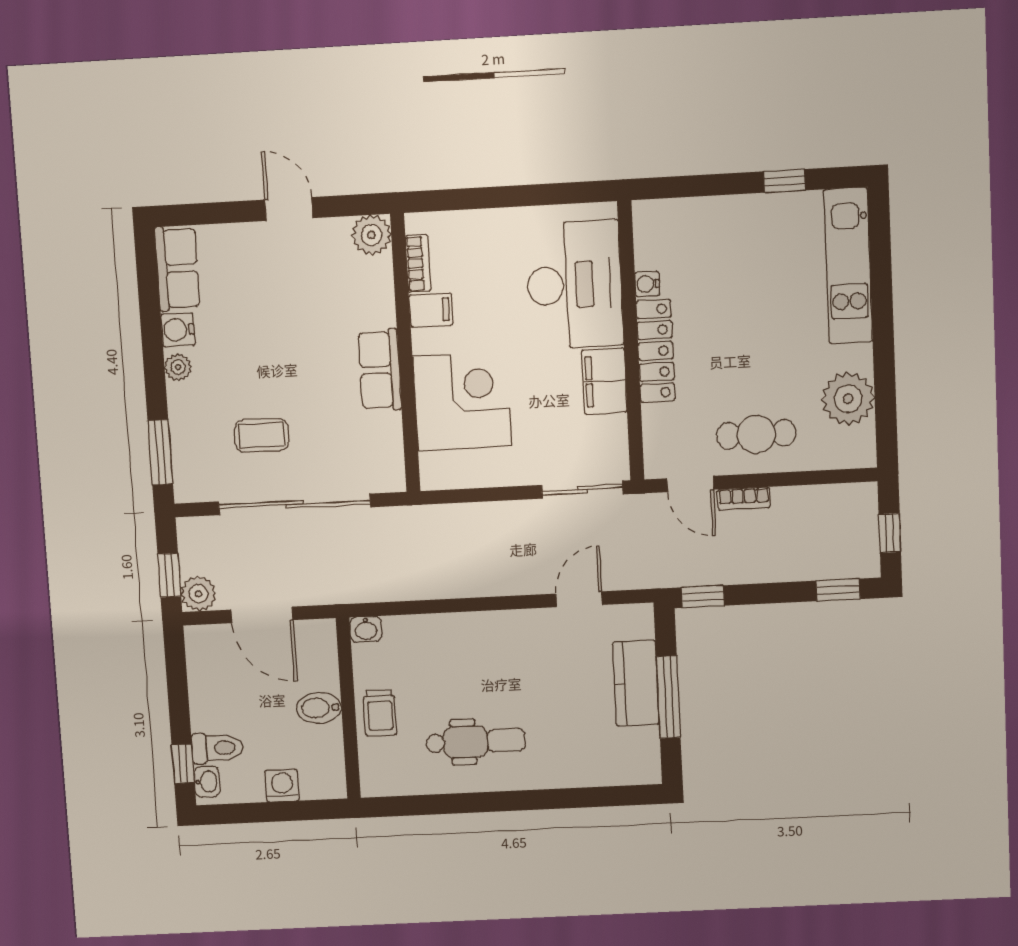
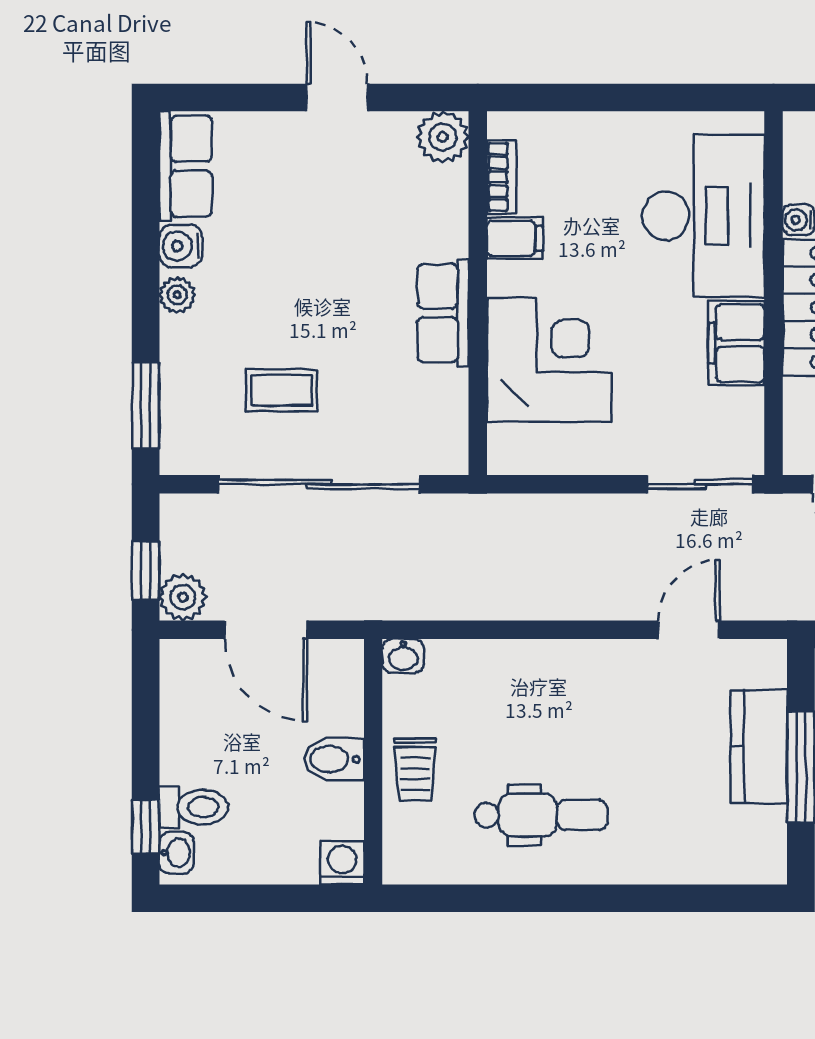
washing machine: (282, 786) -> (342, 863), moved

